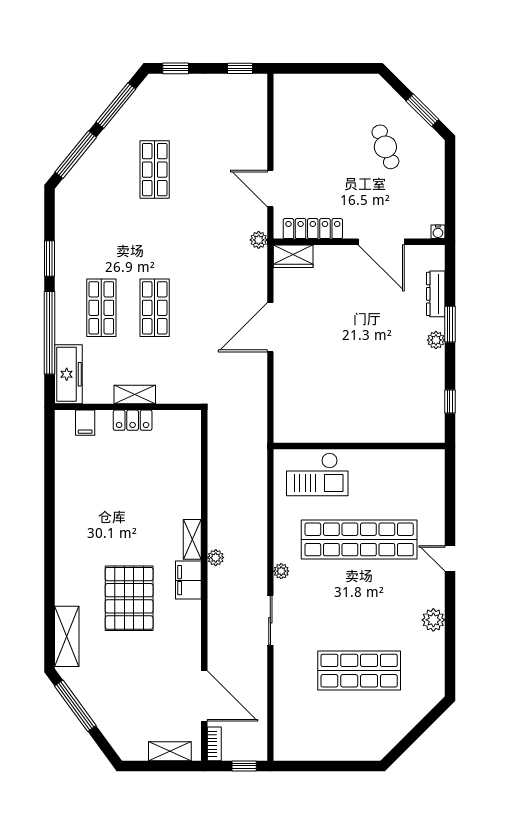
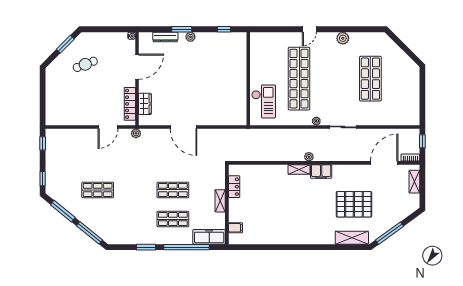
wardrobe: (293, 256) -> (145, 104), moved
locker: (133, 420) -> (234, 187), moved
pallet: (129, 598) -> (354, 204), moved

